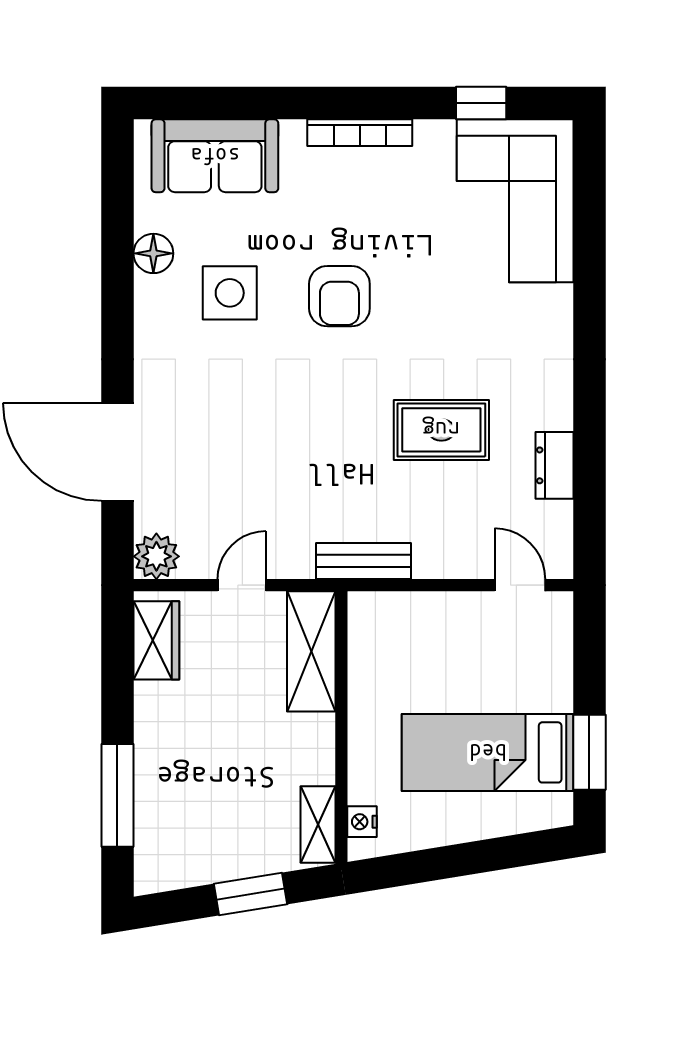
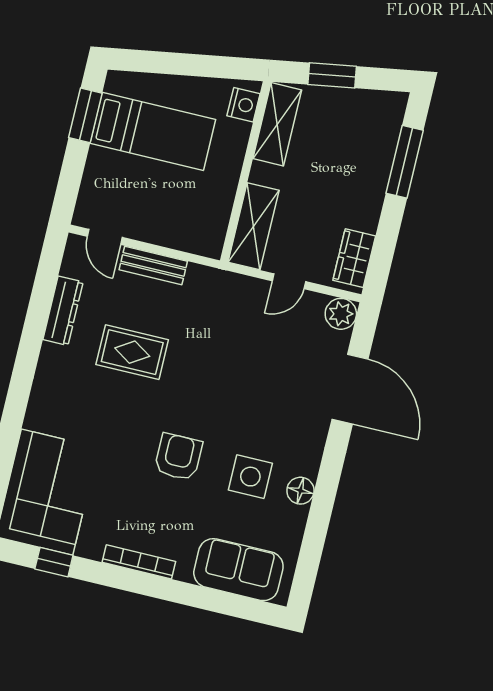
floor lamp: (153, 253) -> (300, 491), moved
dresser: (554, 465) -> (63, 311), width x1.44
bench: (364, 561) -> (153, 266), moved
nightstand: (362, 822) -> (243, 105), width x1.39, depth x1.35
shelving: (318, 825) -> (277, 124), width x1.50, depth x1.33

